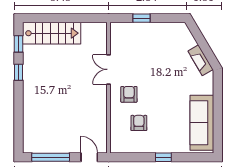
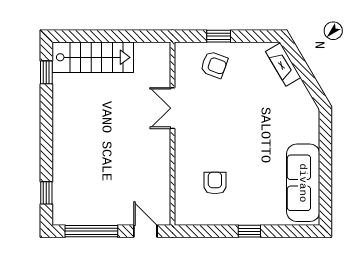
fireplace: (200, 60) -> (283, 64), moved
window: (19, 72) -> (46, 193), moved
armchair: (129, 94) -> (214, 65), moved, turned 110

